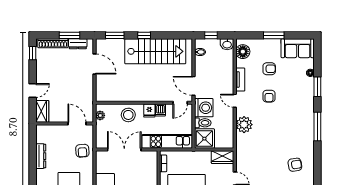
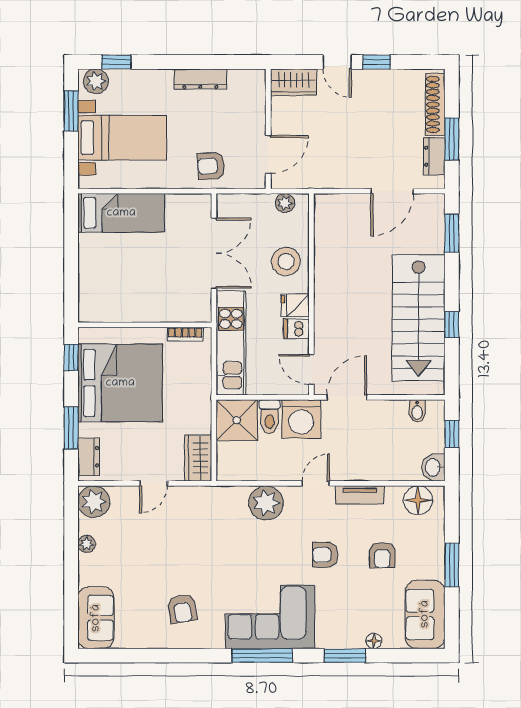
window: (144, 35) -> (452, 325), moved
window: (33, 53) -> (377, 62), moved
corner sofa: (299, 123) -> (270, 617), added

